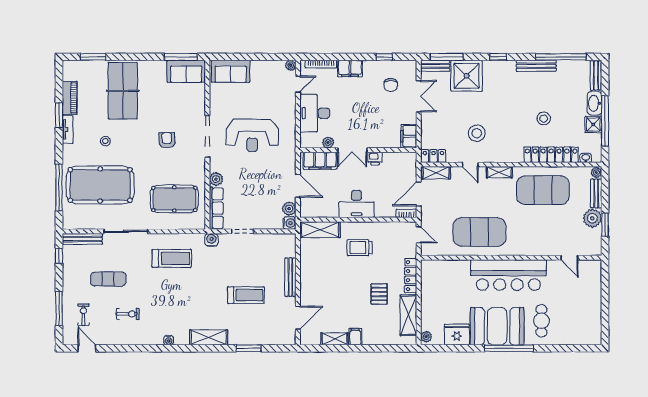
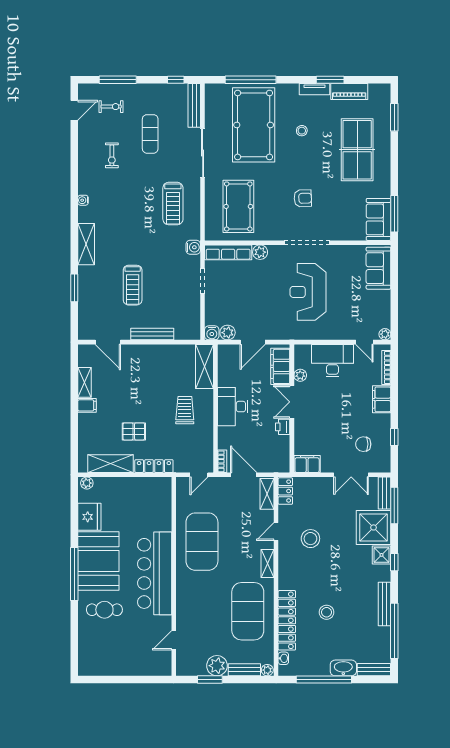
table tennis table: (123, 91) -> (357, 150), turned 90
shower: (593, 124) -> (382, 555), moved

